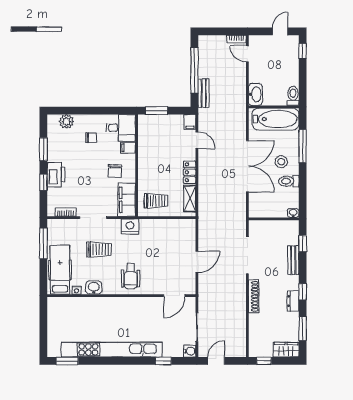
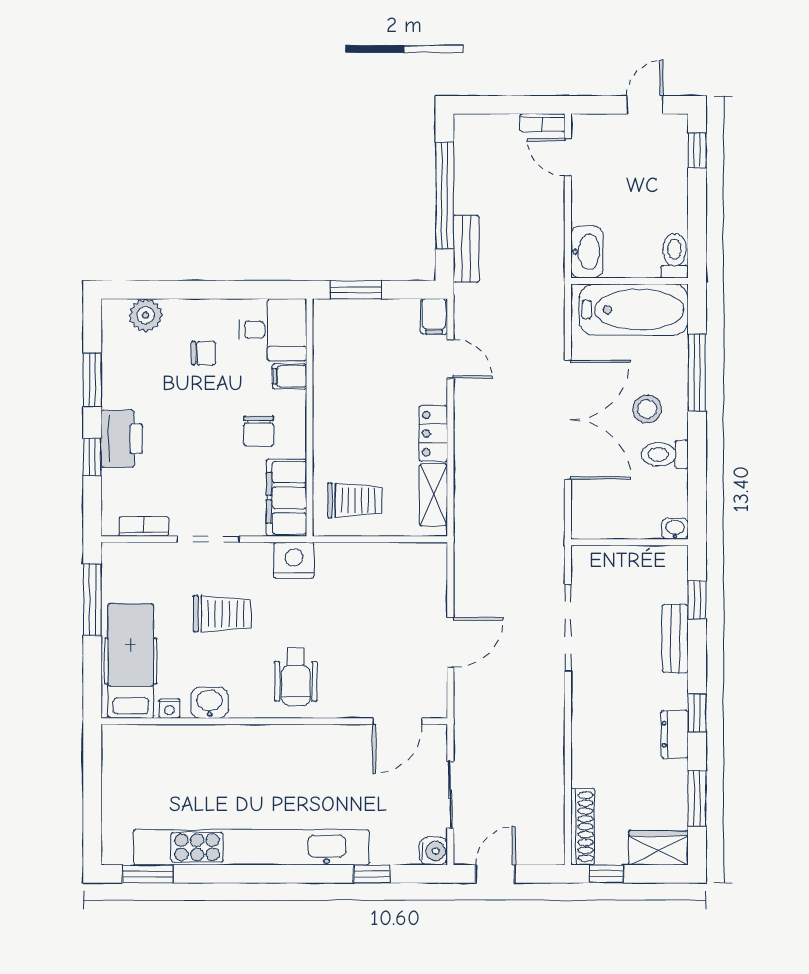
shoe rack: (254, 296) -> (583, 827), moved

